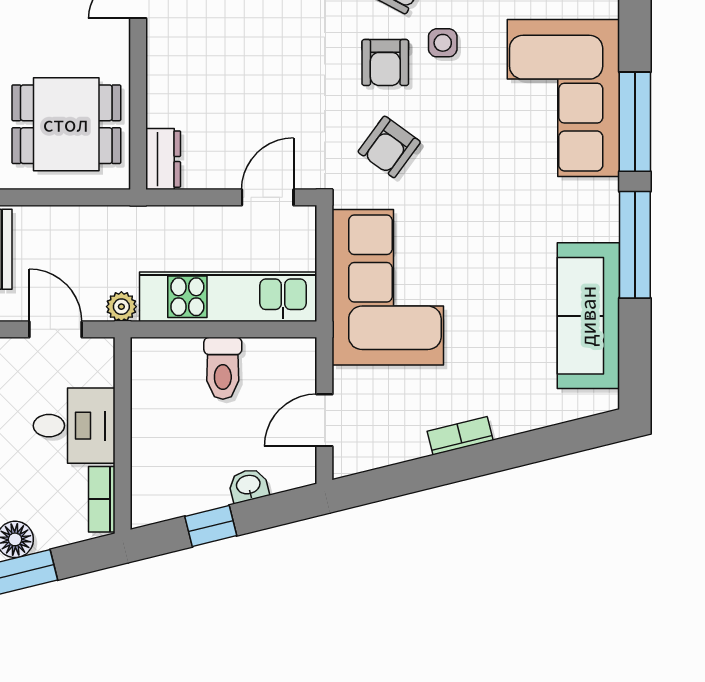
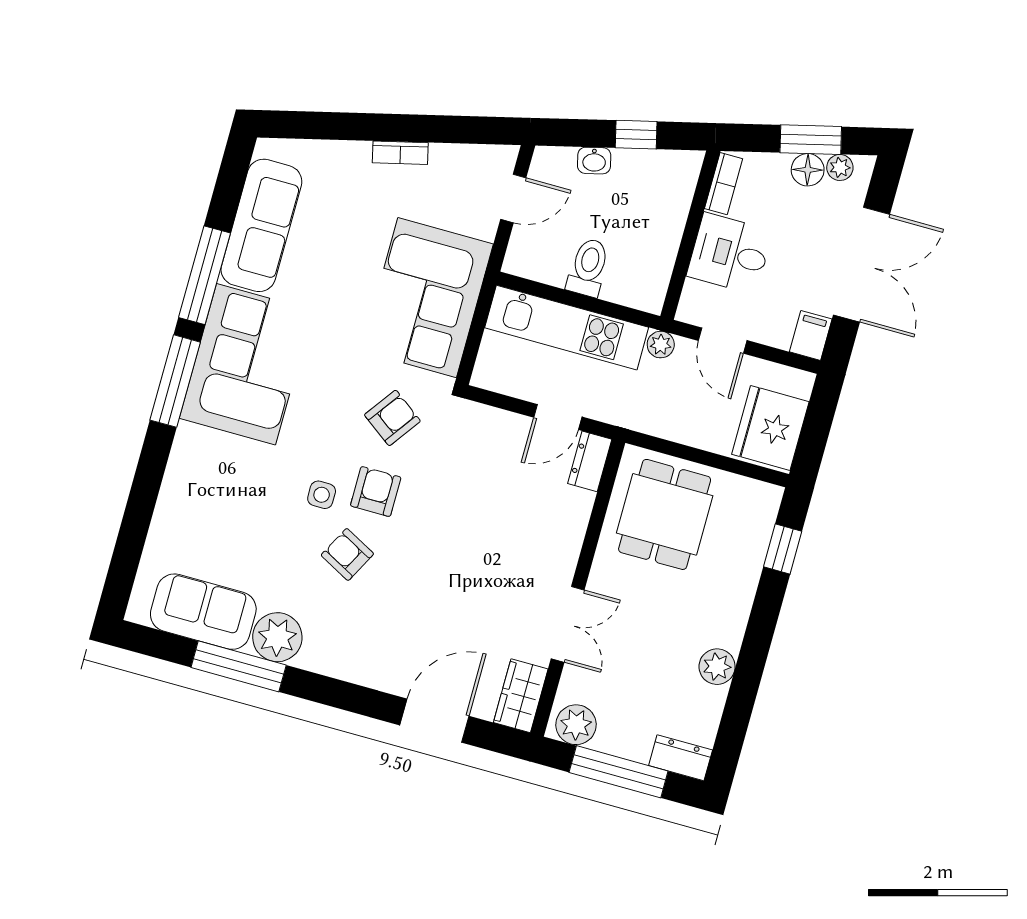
corner sofa: (563, 98) -> (246, 364), moved
dining table: (66, 124) -> (665, 514), turned 90
door: (268, 197) -> (558, 417), moved

